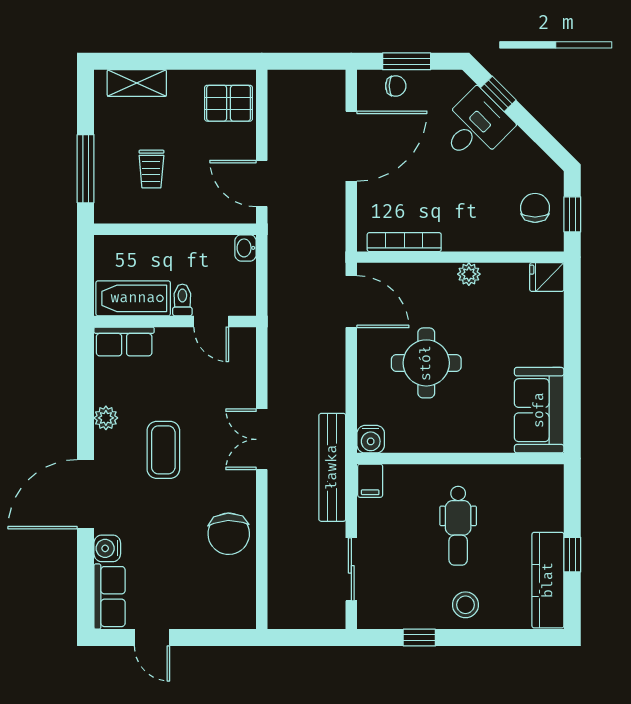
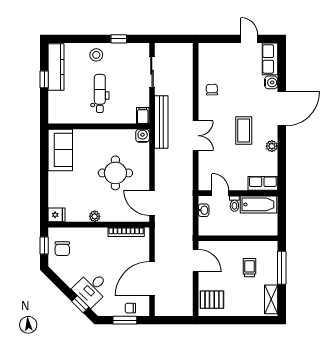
shelving: (137, 83) -> (271, 299), moved, turned 90
washbasin: (246, 248) -> (204, 210), moved
chair: (229, 534) -> (212, 90), width x0.54, depth x0.54

